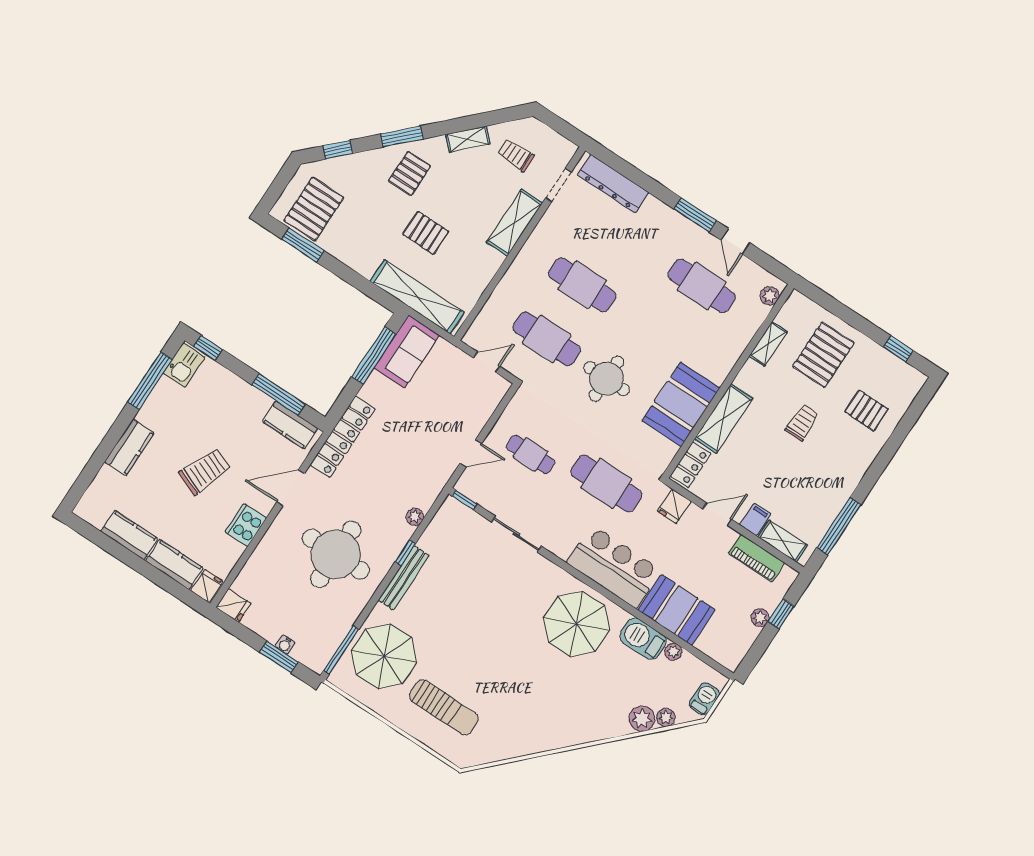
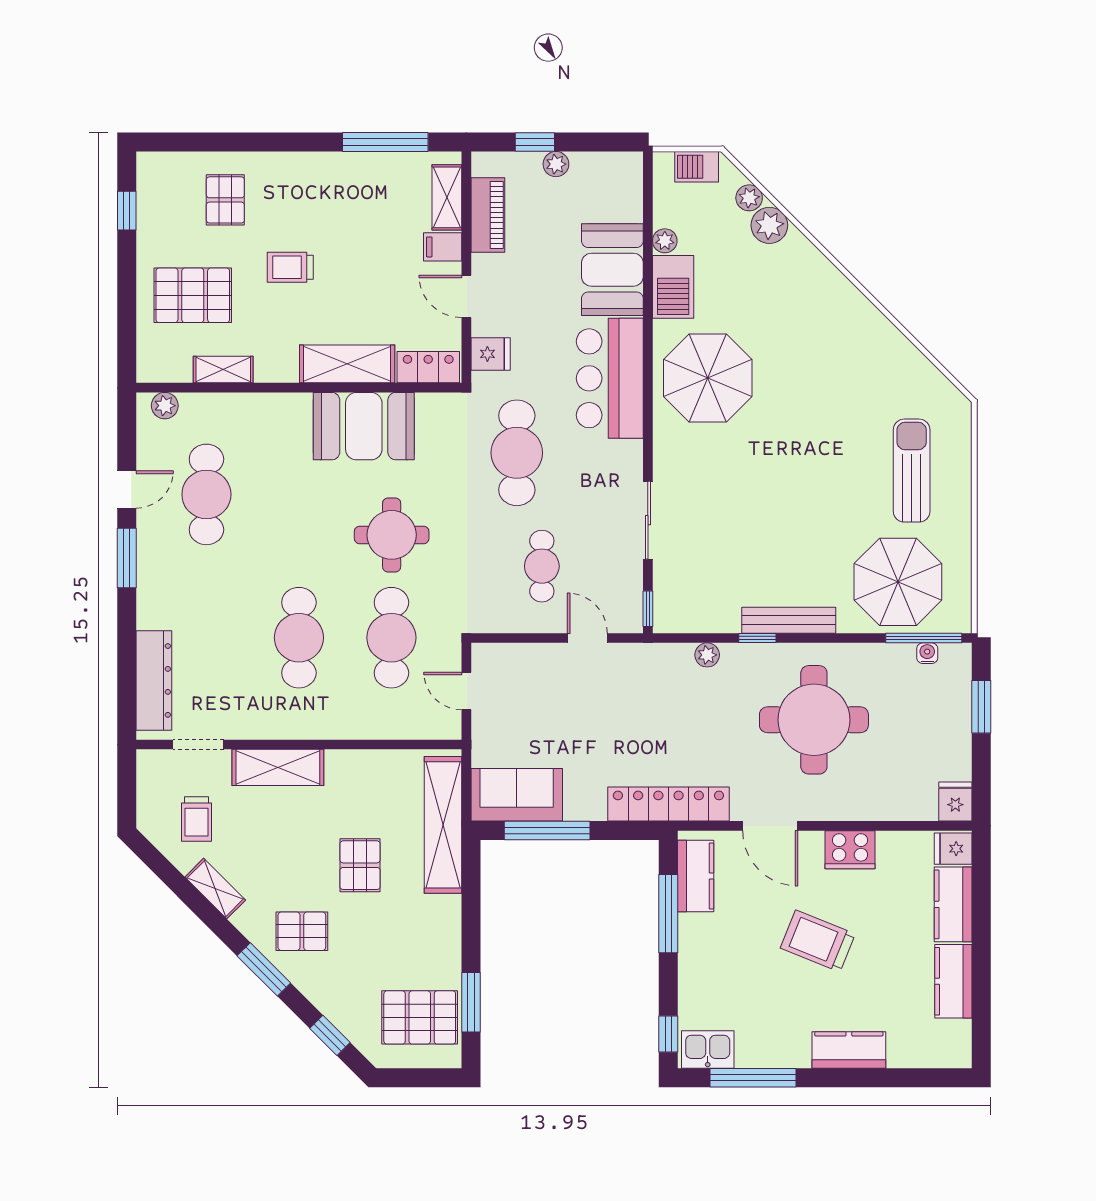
water cooler: (285, 645) -> (927, 653), moved, turned -90

